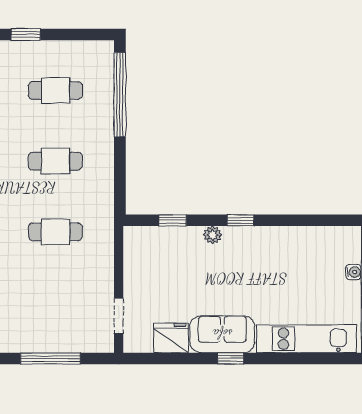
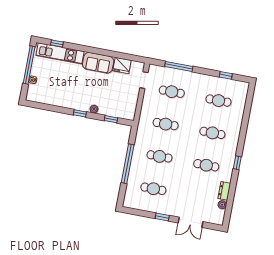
window: (120, 95) -> (128, 164), moved
cafe table: (55, 302) -> (172, 92), added
window: (231, 358) -> (57, 43), moved

